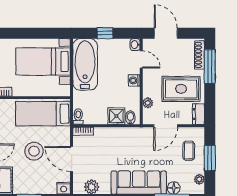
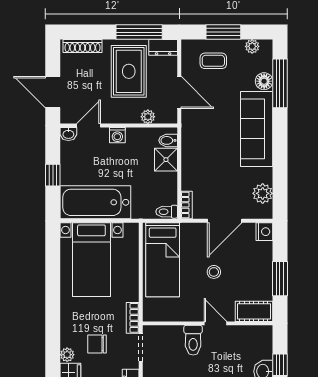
door: (166, 33) -> (53, 92), hinge flipped
window: (210, 66) -> (139, 32), moved
stool: (34, 151) -> (214, 272), width x0.53, depth x0.53

